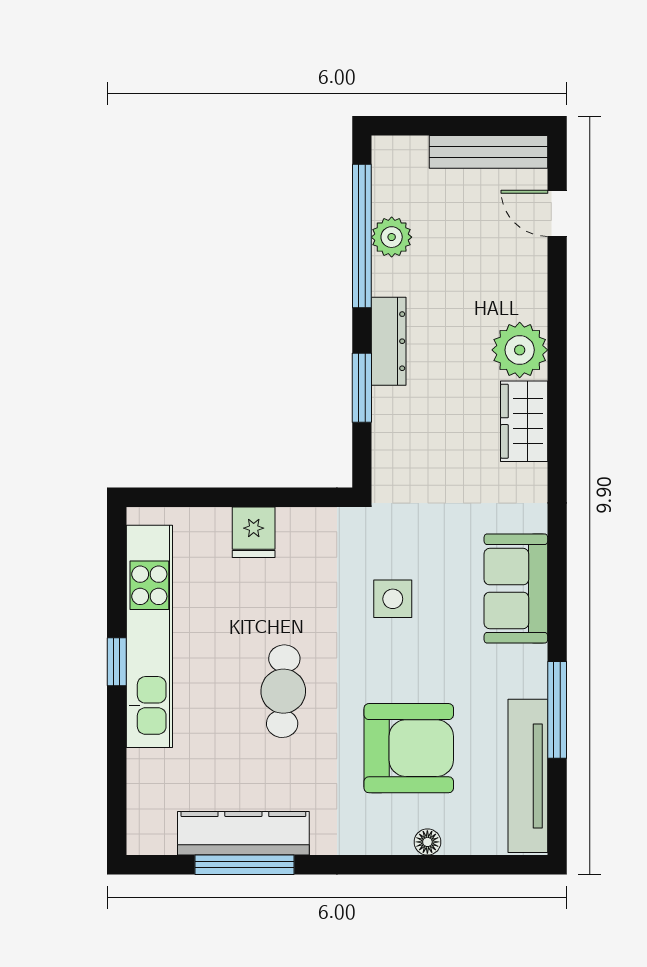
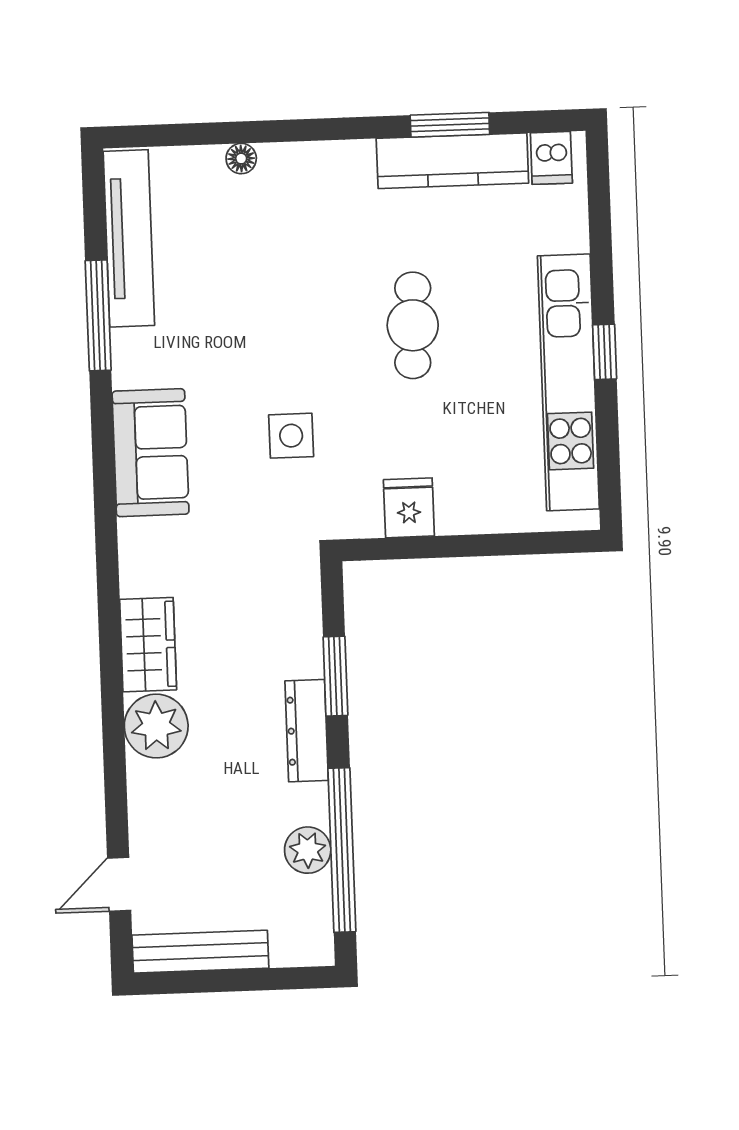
door: (557, 213) -> (119, 884), swing flipped
fridge: (254, 532) -> (409, 508), moved
armchair: (409, 748) -> (267, 265), removed
dishwasher: (157, 833) -> (551, 158), added
window: (244, 865) -> (450, 125), width x0.69

